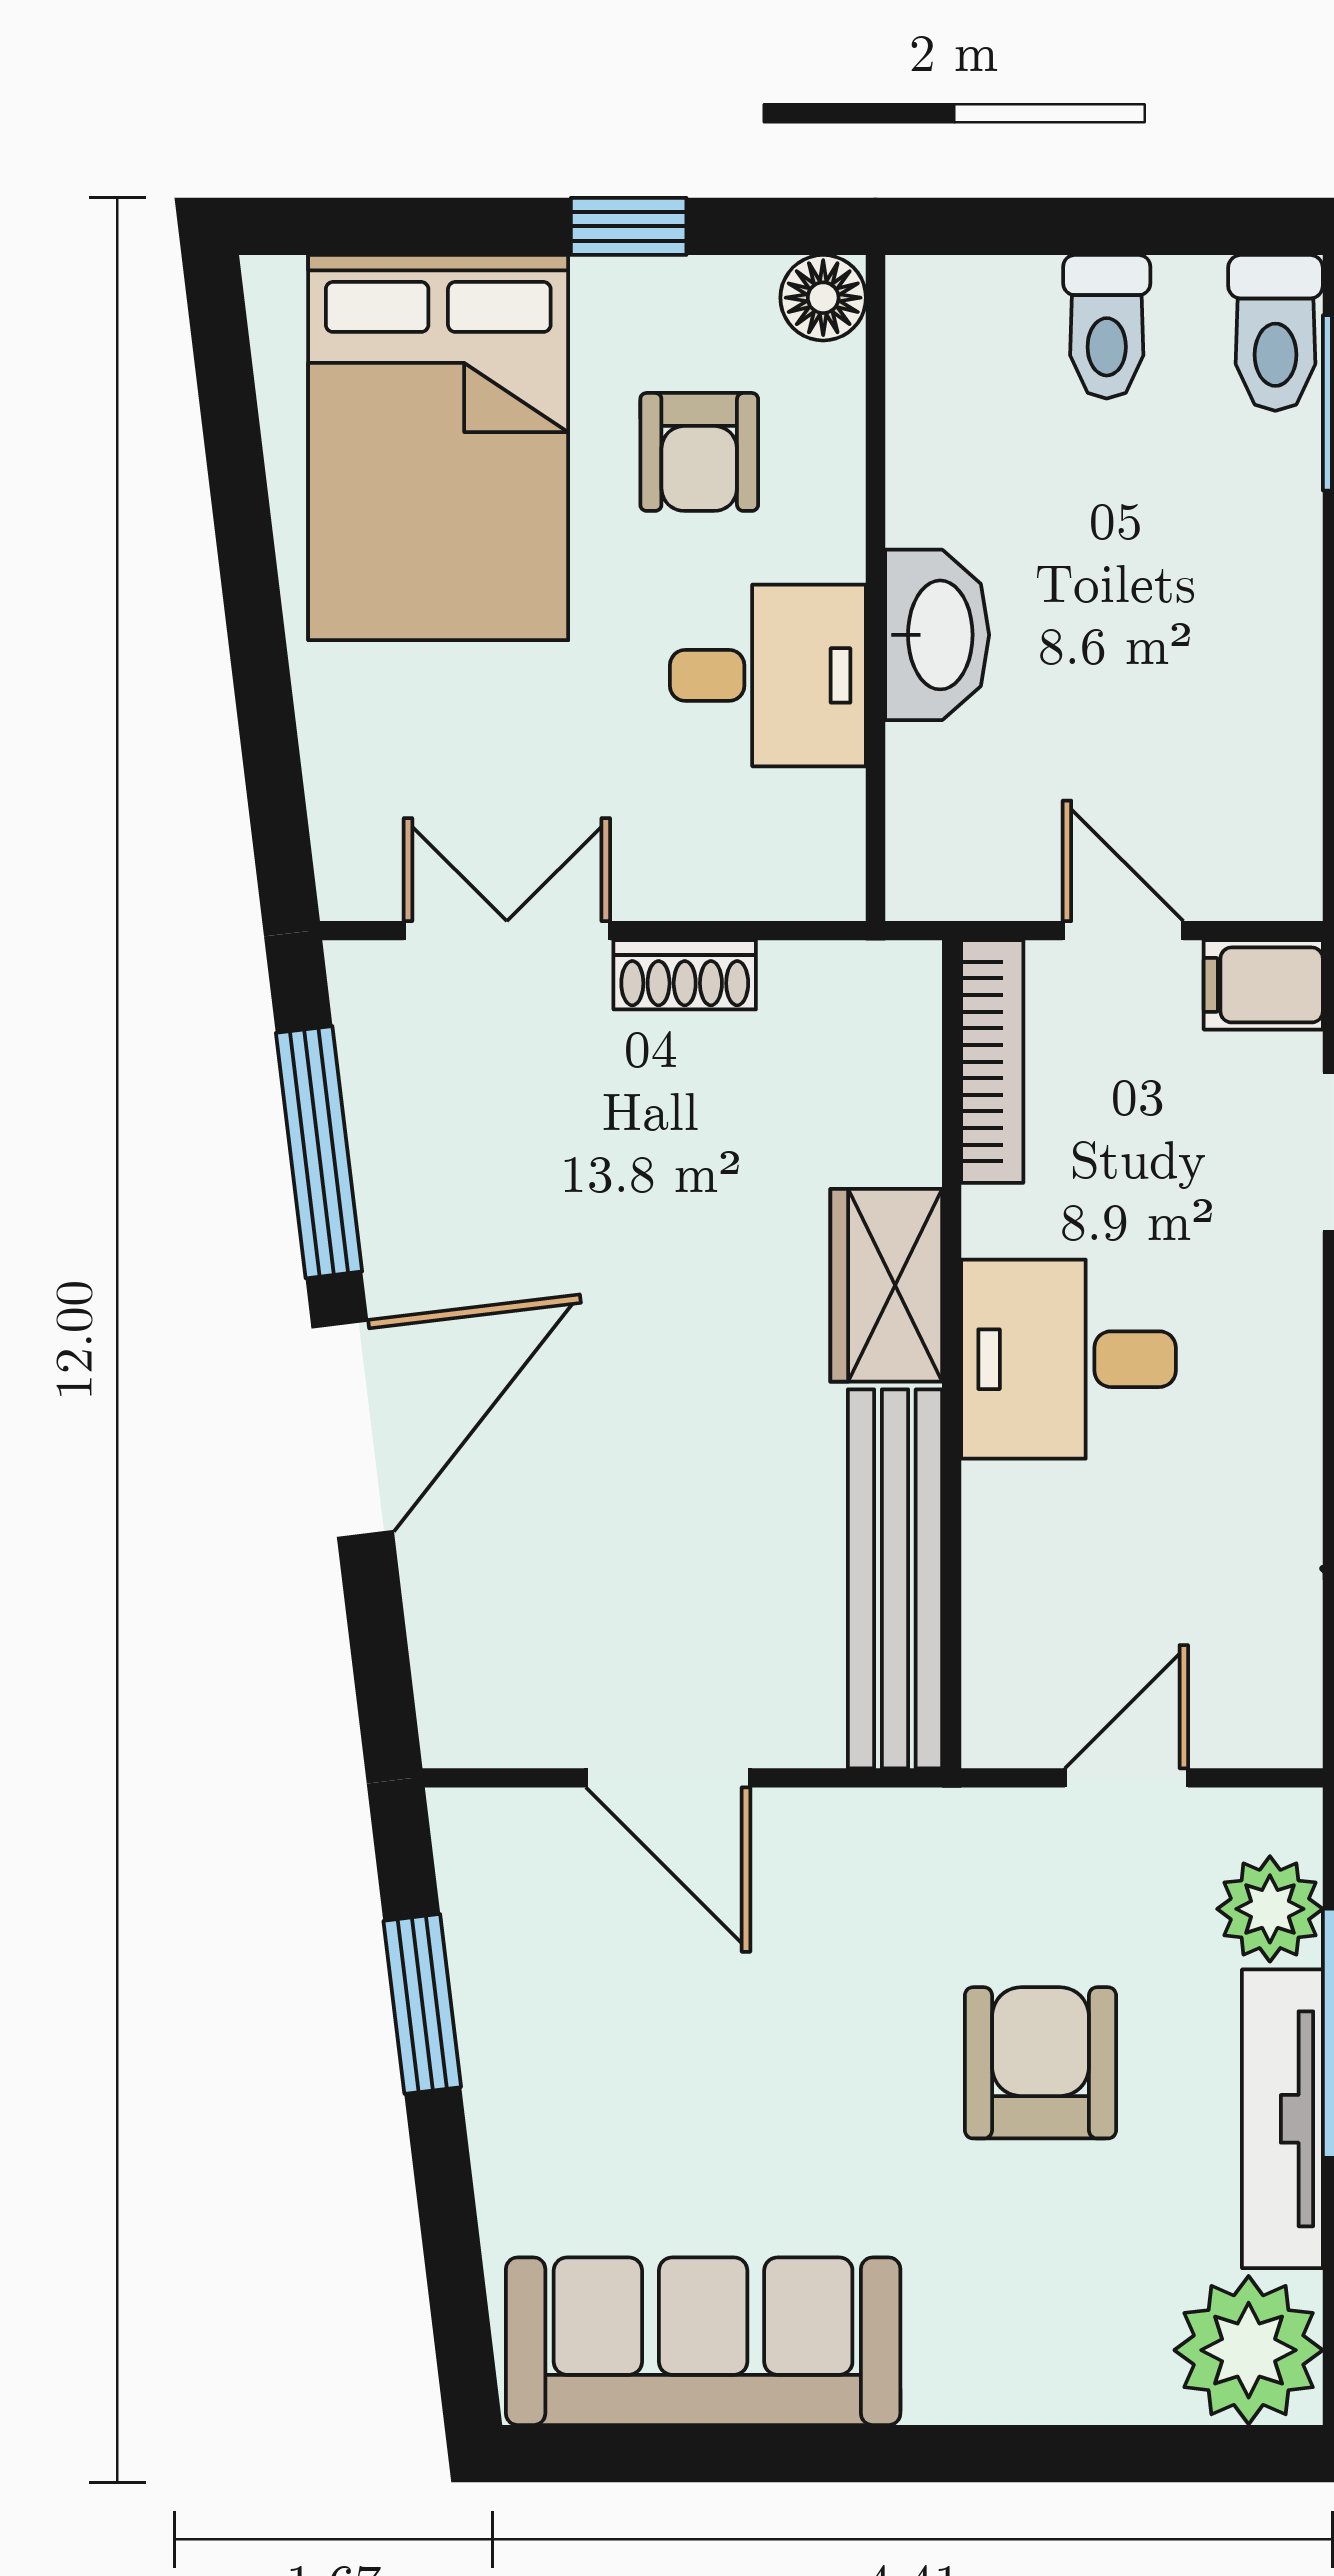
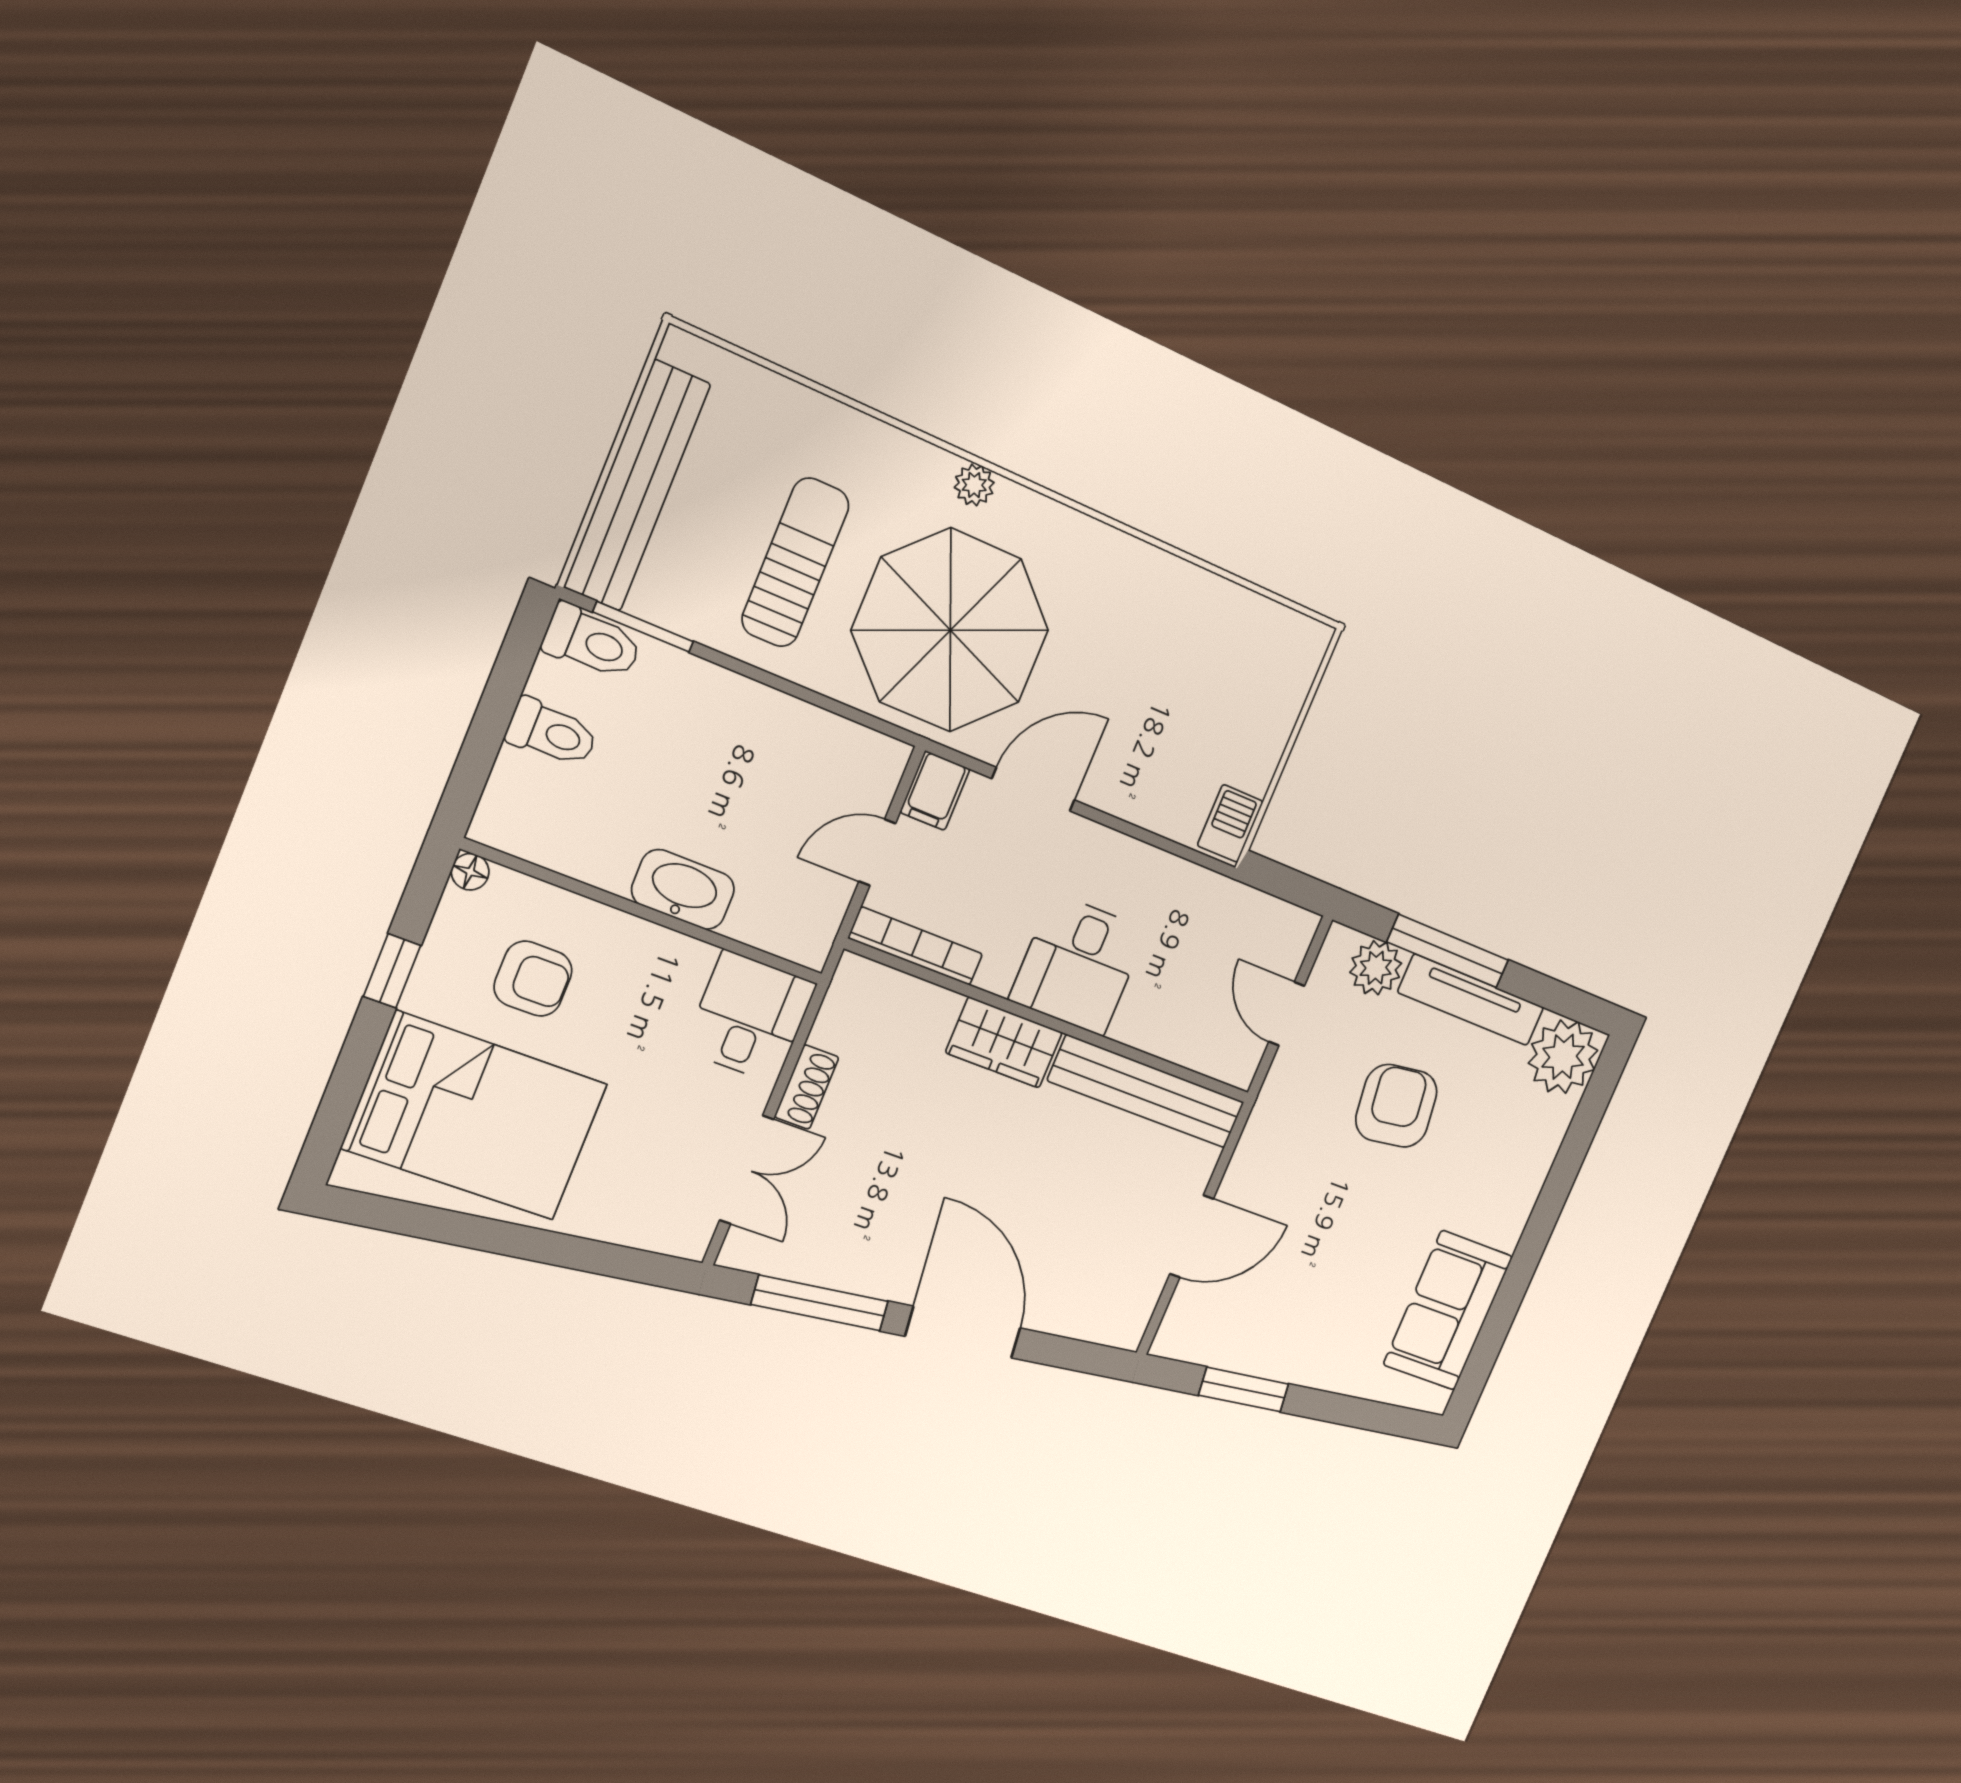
floor lamp: (823, 298) -> (470, 872), width x0.73, depth x0.73
desk: (768, 675) -> (750, 1017), moved
double door: (507, 931) -> (747, 1170), swing flipped
armchair: (1041, 2063) -> (1396, 1106), turned 82
sofa: (703, 2341) -> (1448, 1310), width x0.73

